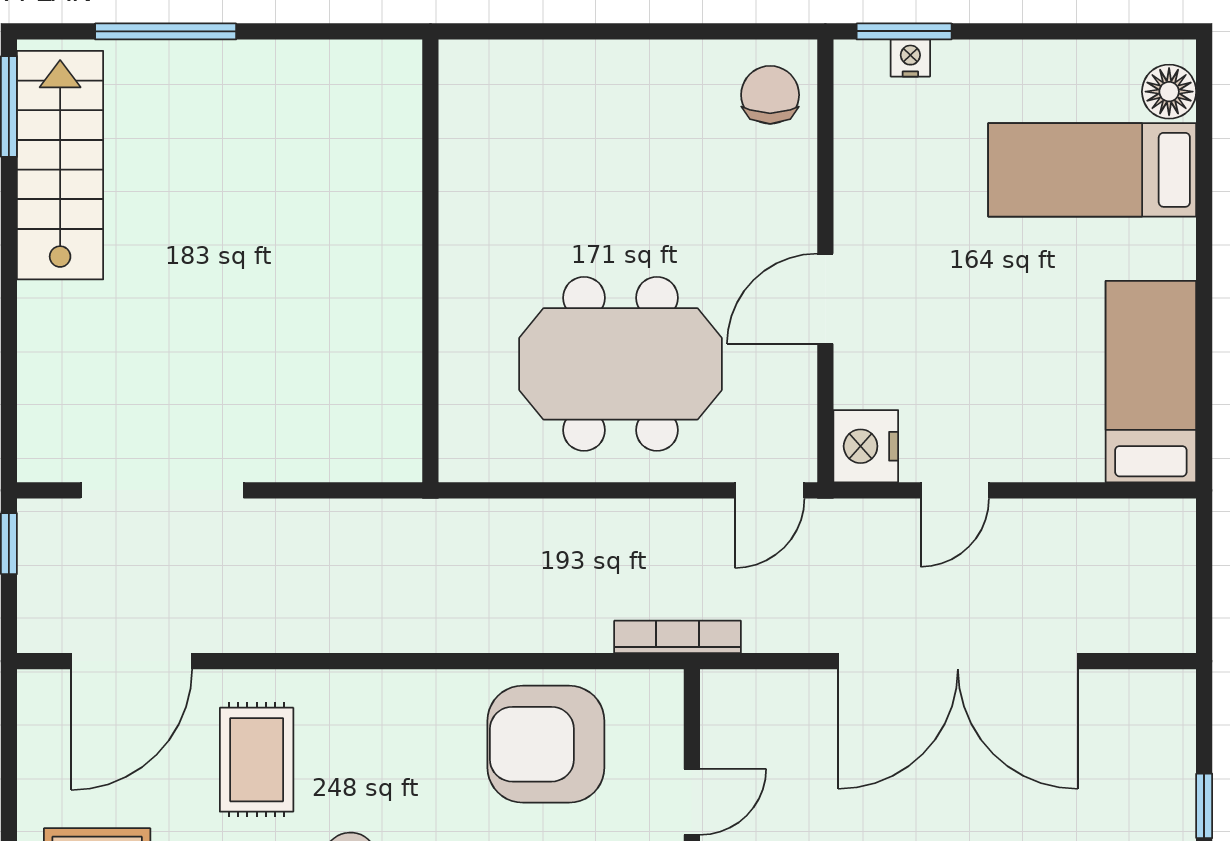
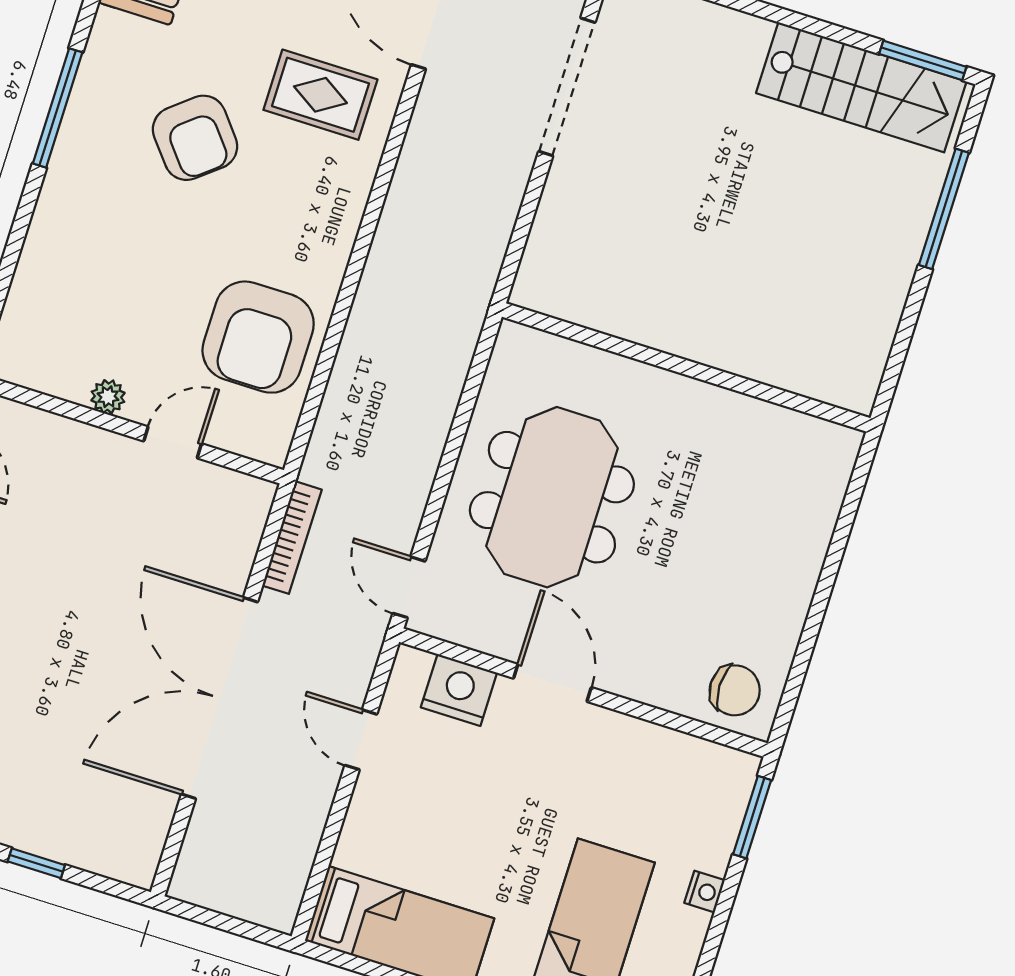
nightstand: (910, 58) -> (705, 892), moved
nightstand: (866, 446) -> (459, 690), moved
bookcase: (678, 637) -> (292, 538), moved
armchair: (546, 744) -> (258, 337), turned 180
door: (692, 802) -> (173, 442), swing flipped

